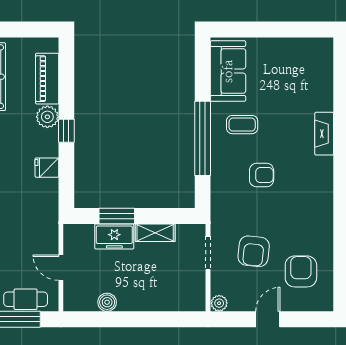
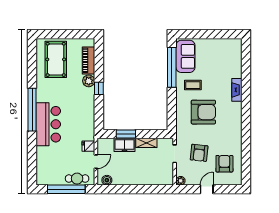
window: (203, 138) -> (172, 67), moved
fridge: (47, 168) -> (88, 146), moved
armchair: (262, 175) -> (203, 112), width x1.88, depth x1.88
door: (61, 268) -> (96, 162), swing flipped
boiler: (107, 302) -> (107, 180), moved

